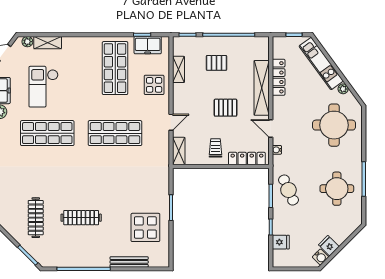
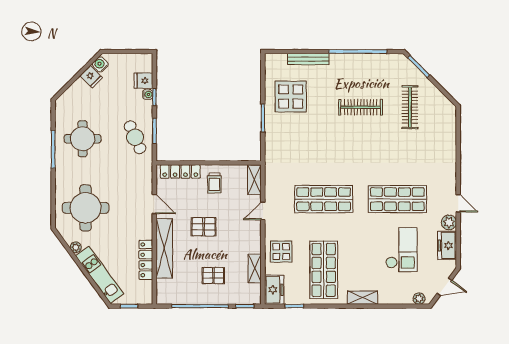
shelving: (48, 43) -> (362, 298), moved
freezer: (148, 45) -> (274, 290), moved, turned 90
water cooler: (277, 150) -> (148, 94), moved

